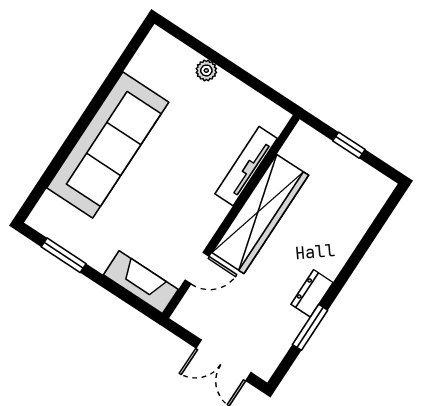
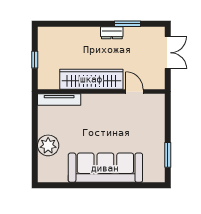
plant: (206, 70) -> (48, 145), width x1.87, depth x1.87
tv unit: (246, 166) -> (59, 100), moved
fireplace: (141, 282) -> (157, 113), removed

